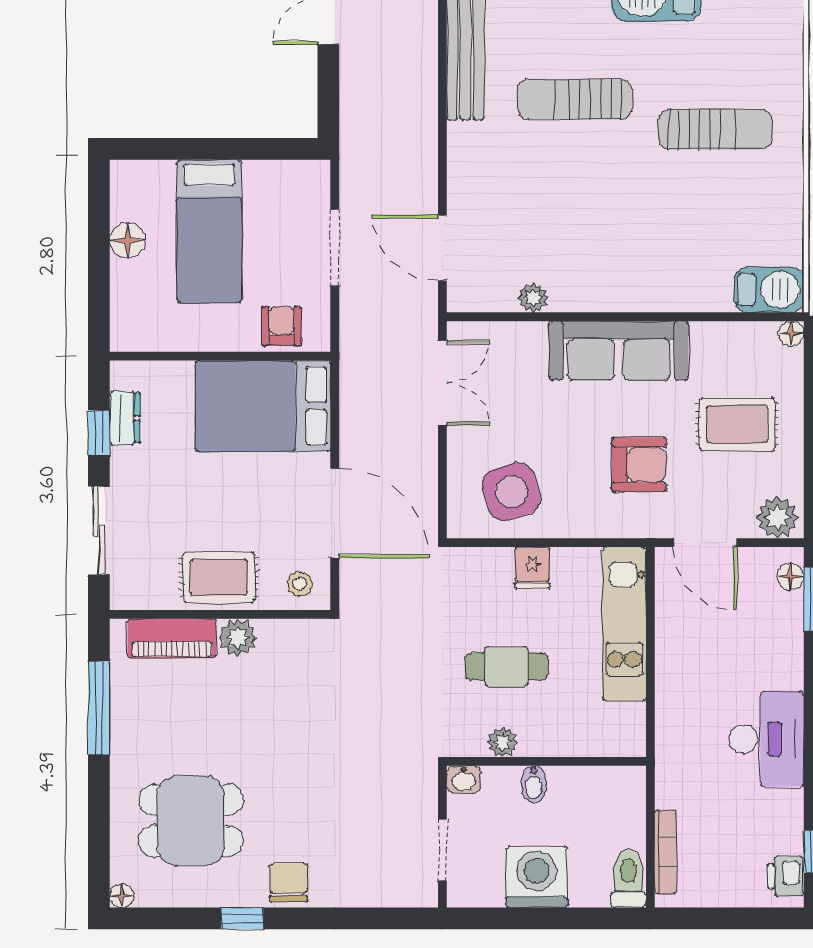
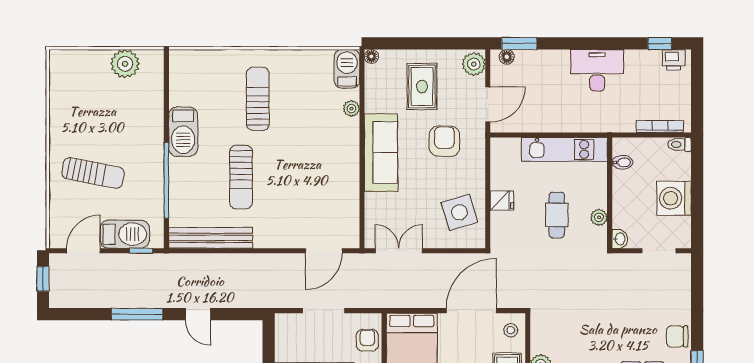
plant: (533, 298) -> (351, 109), moved
armchair: (281, 326) -> (367, 340), turned 90
kitchen unit: (624, 624) -> (564, 149), moved
bidet: (534, 784) -> (622, 162), moved
toilet: (628, 879) -> (679, 144), width x0.73, depth x0.72

